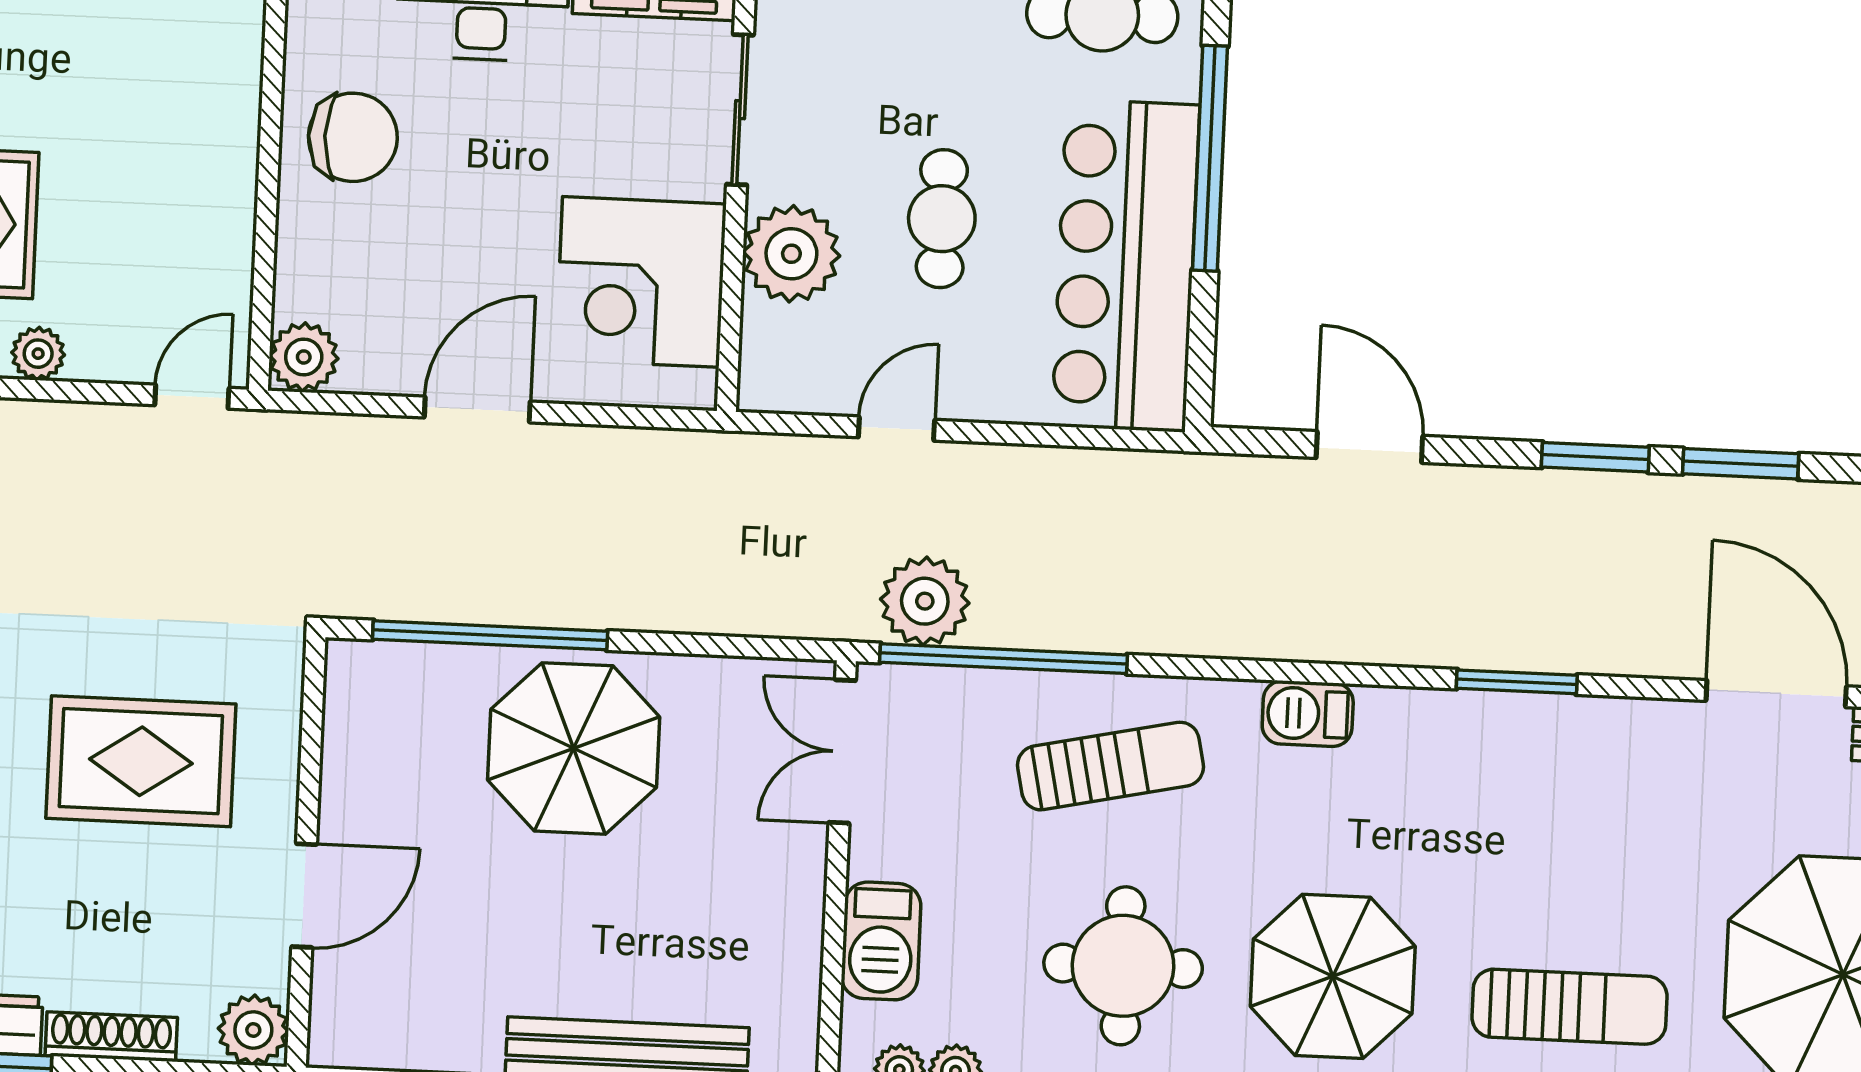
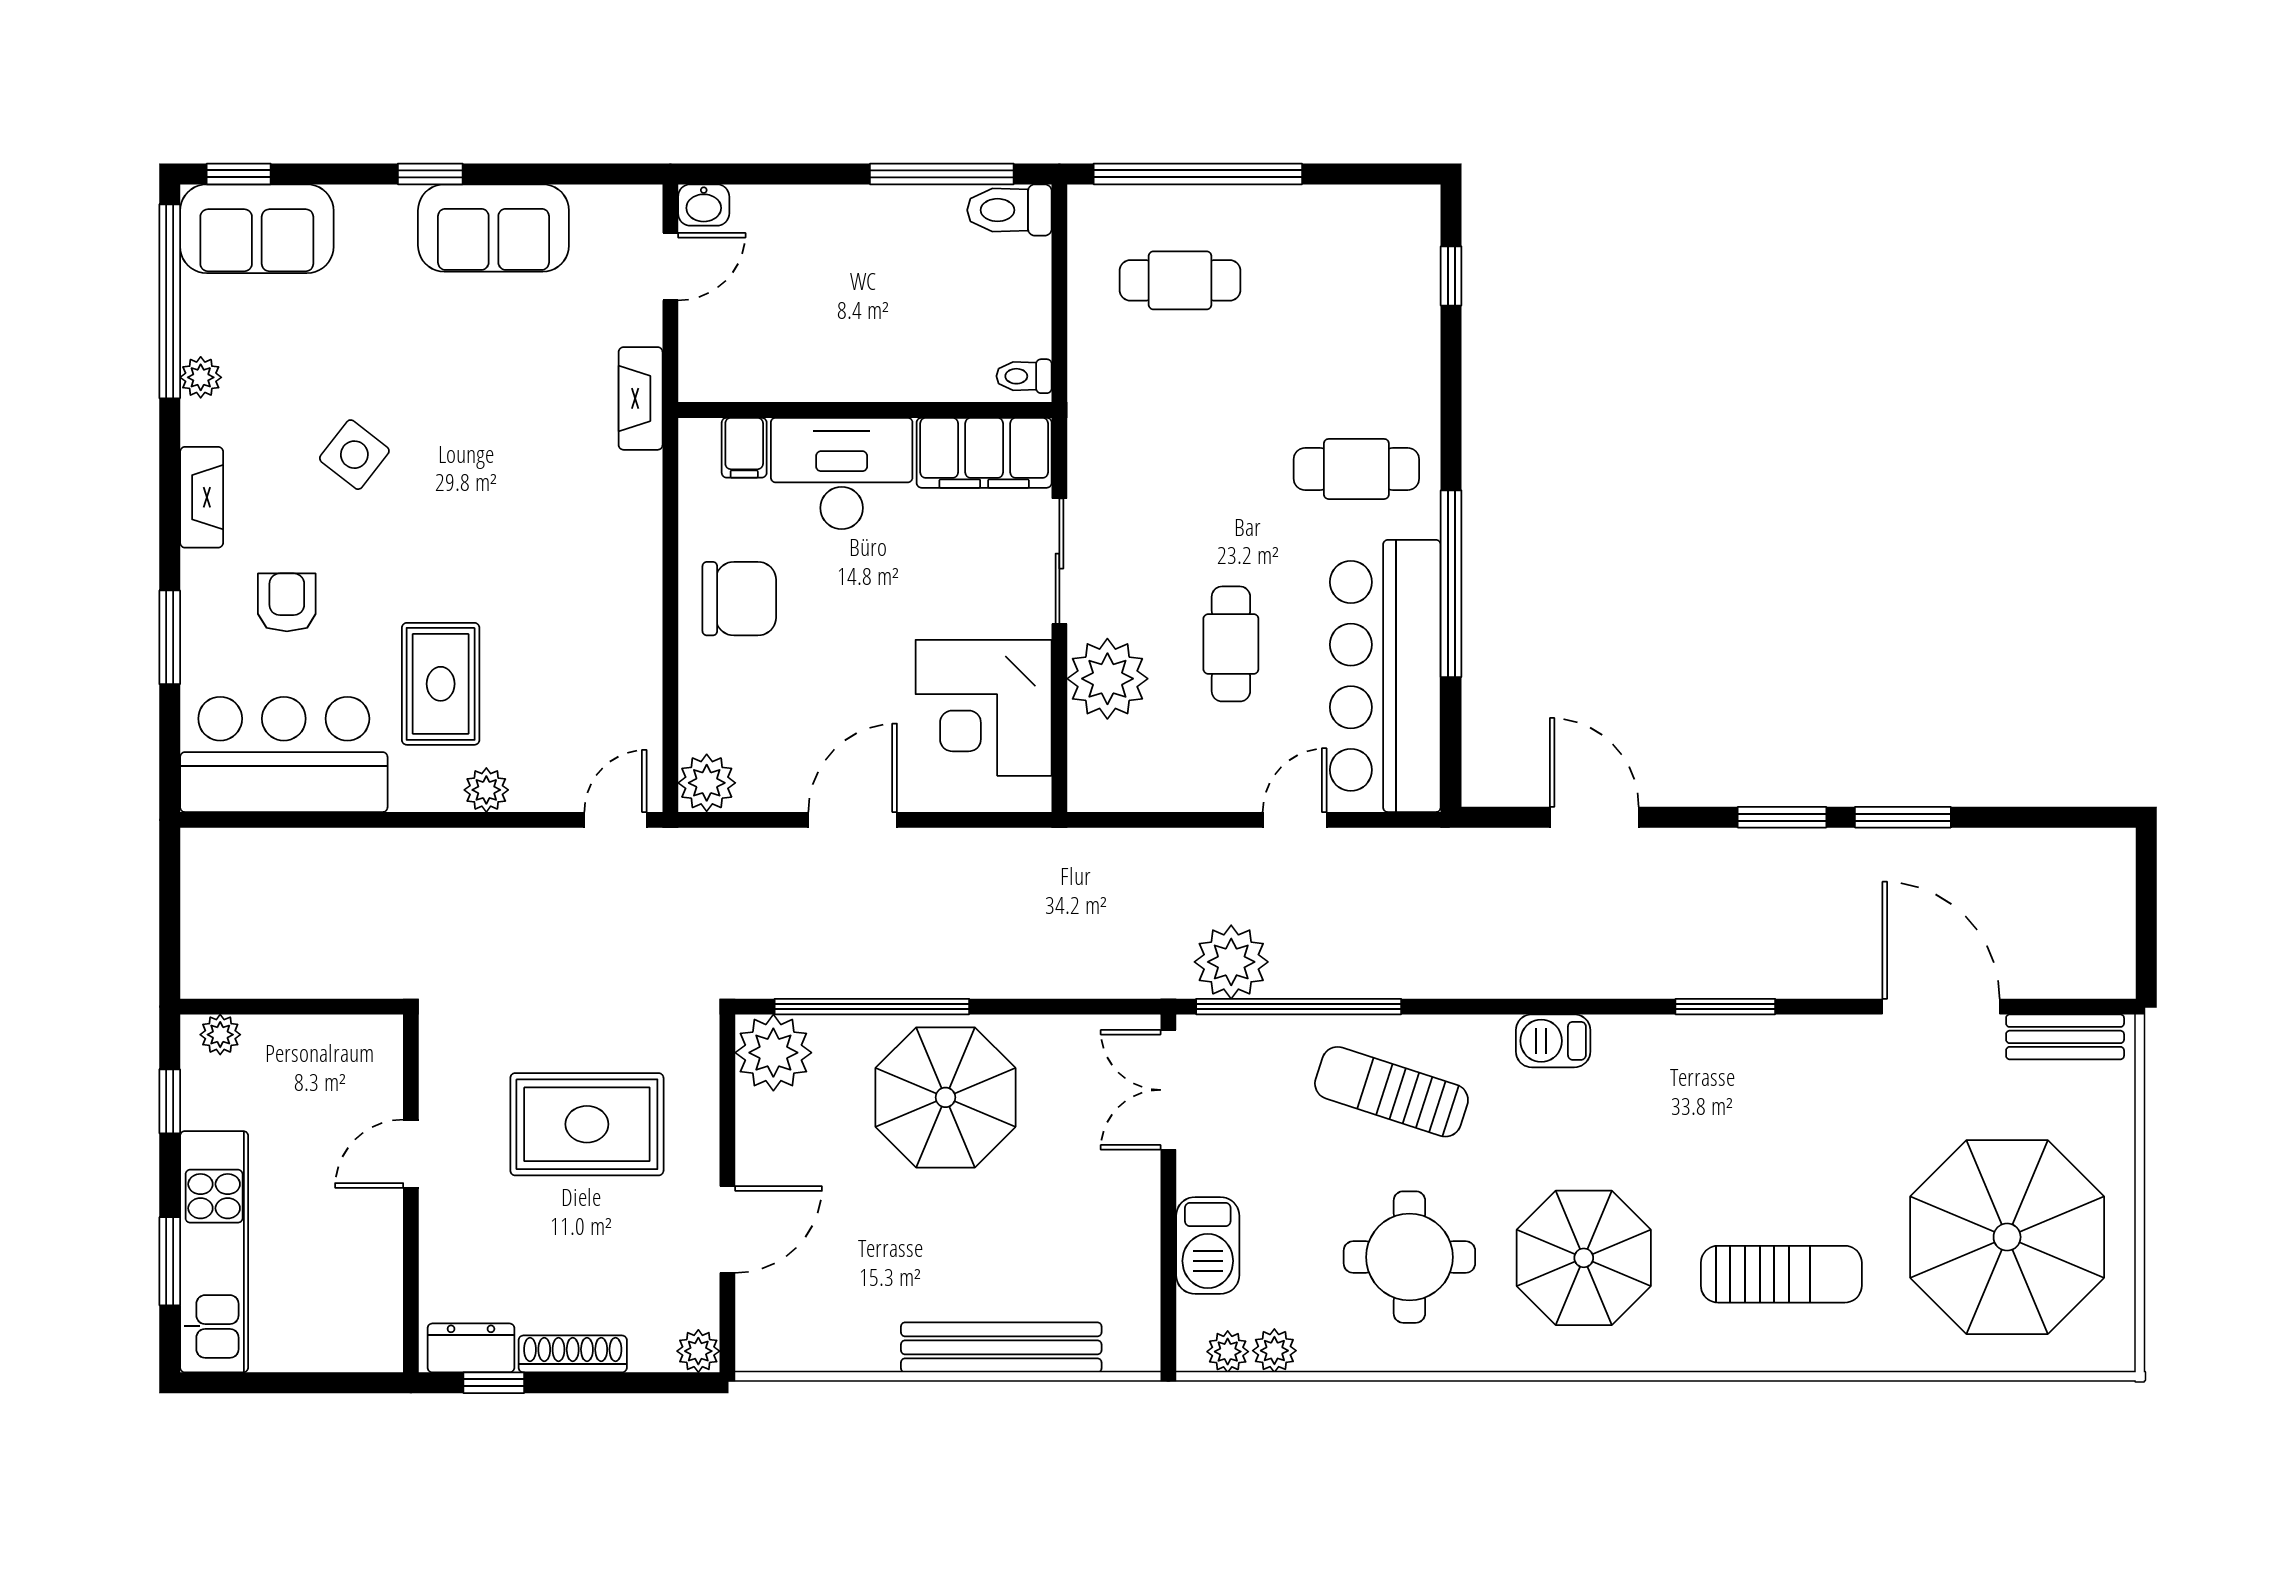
door: (897, 429) -> (1295, 820), moved
plant: (369, 685) -> (773, 1053), added
sun lounger: (1110, 766) -> (1391, 1092), turned -150
plant: (253, 1030) -> (698, 1351), width x0.73, depth x0.73

